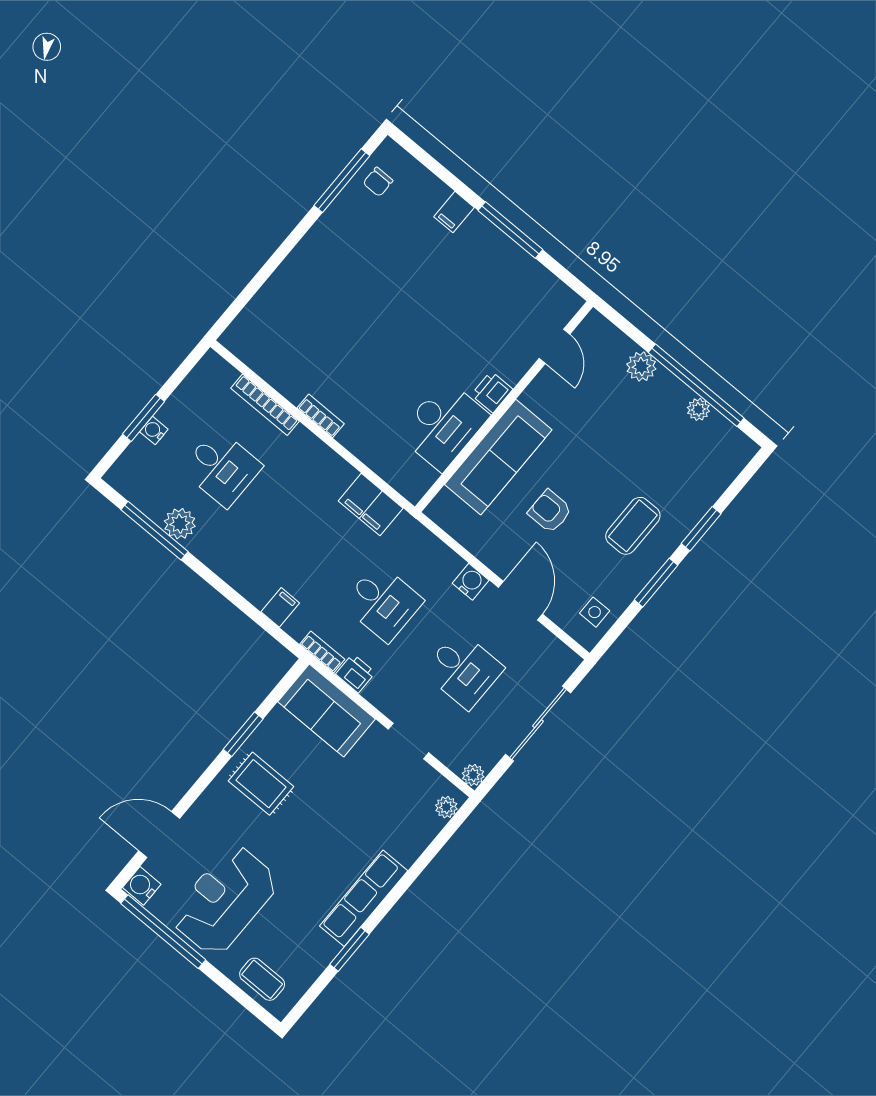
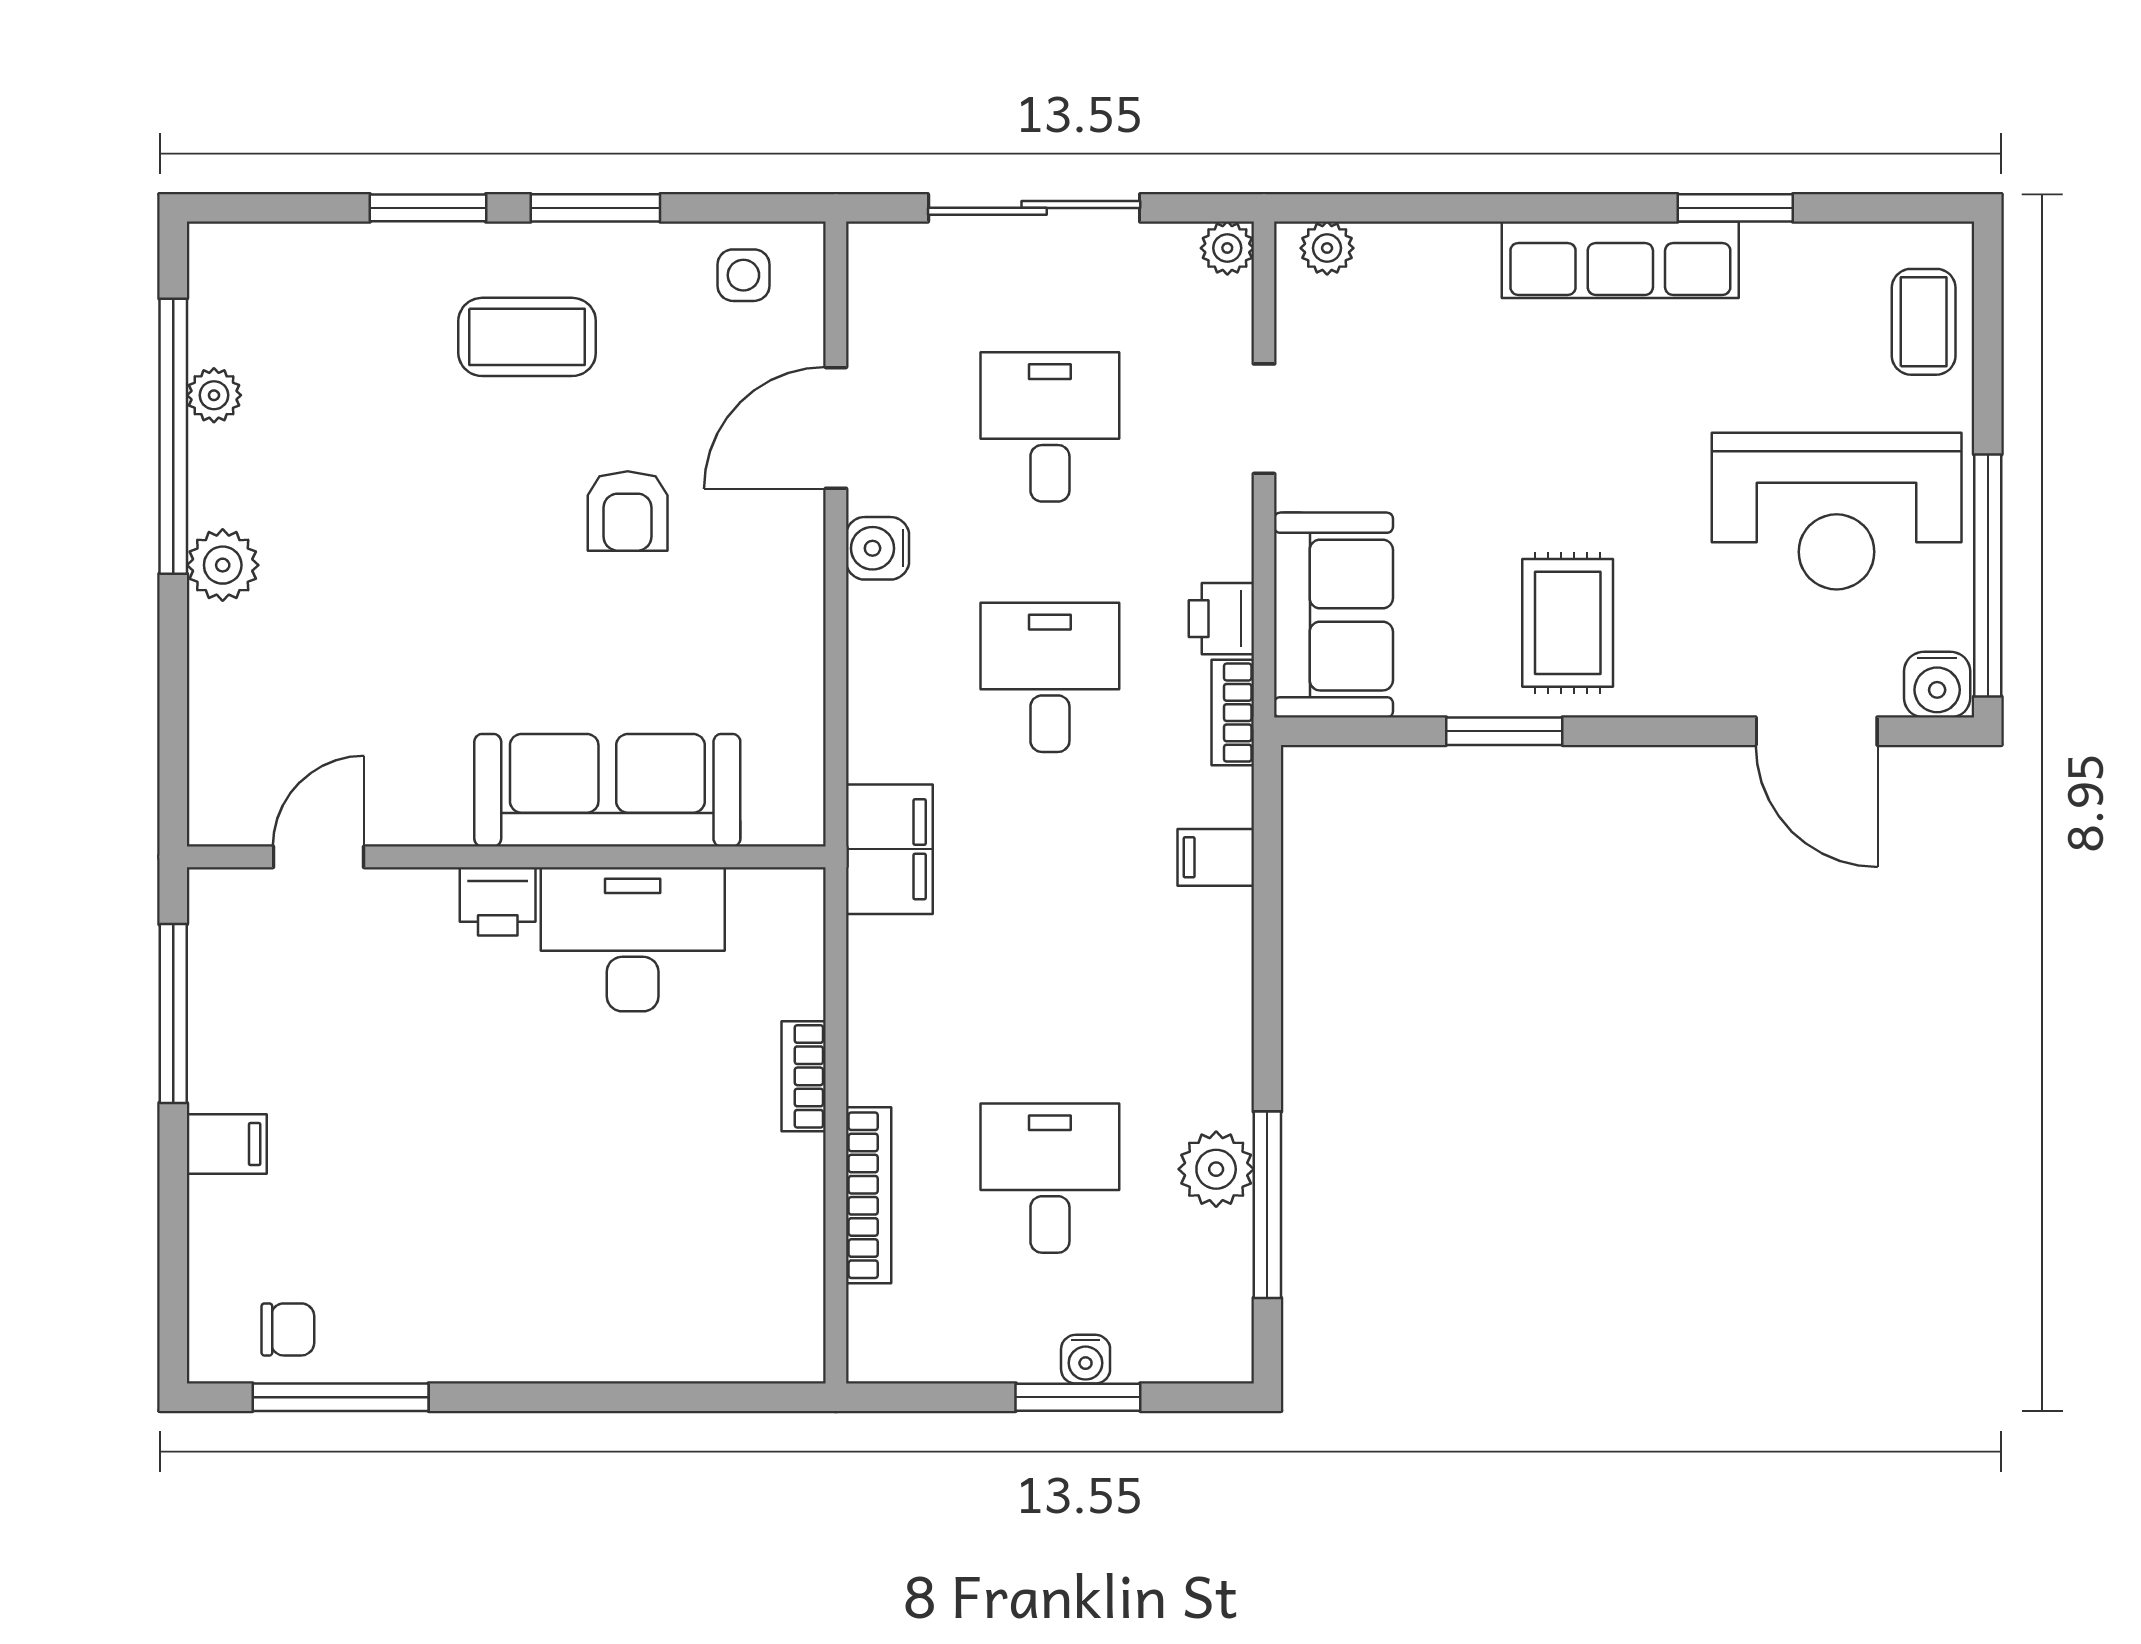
door: (555, 346) -> (319, 857), moved
printer: (492, 392) -> (498, 901), moved
wall: (504, 407) -> (506, 857), moved
desk: (443, 425) -> (633, 939), moved
sofa: (498, 457) -> (607, 790), moved

